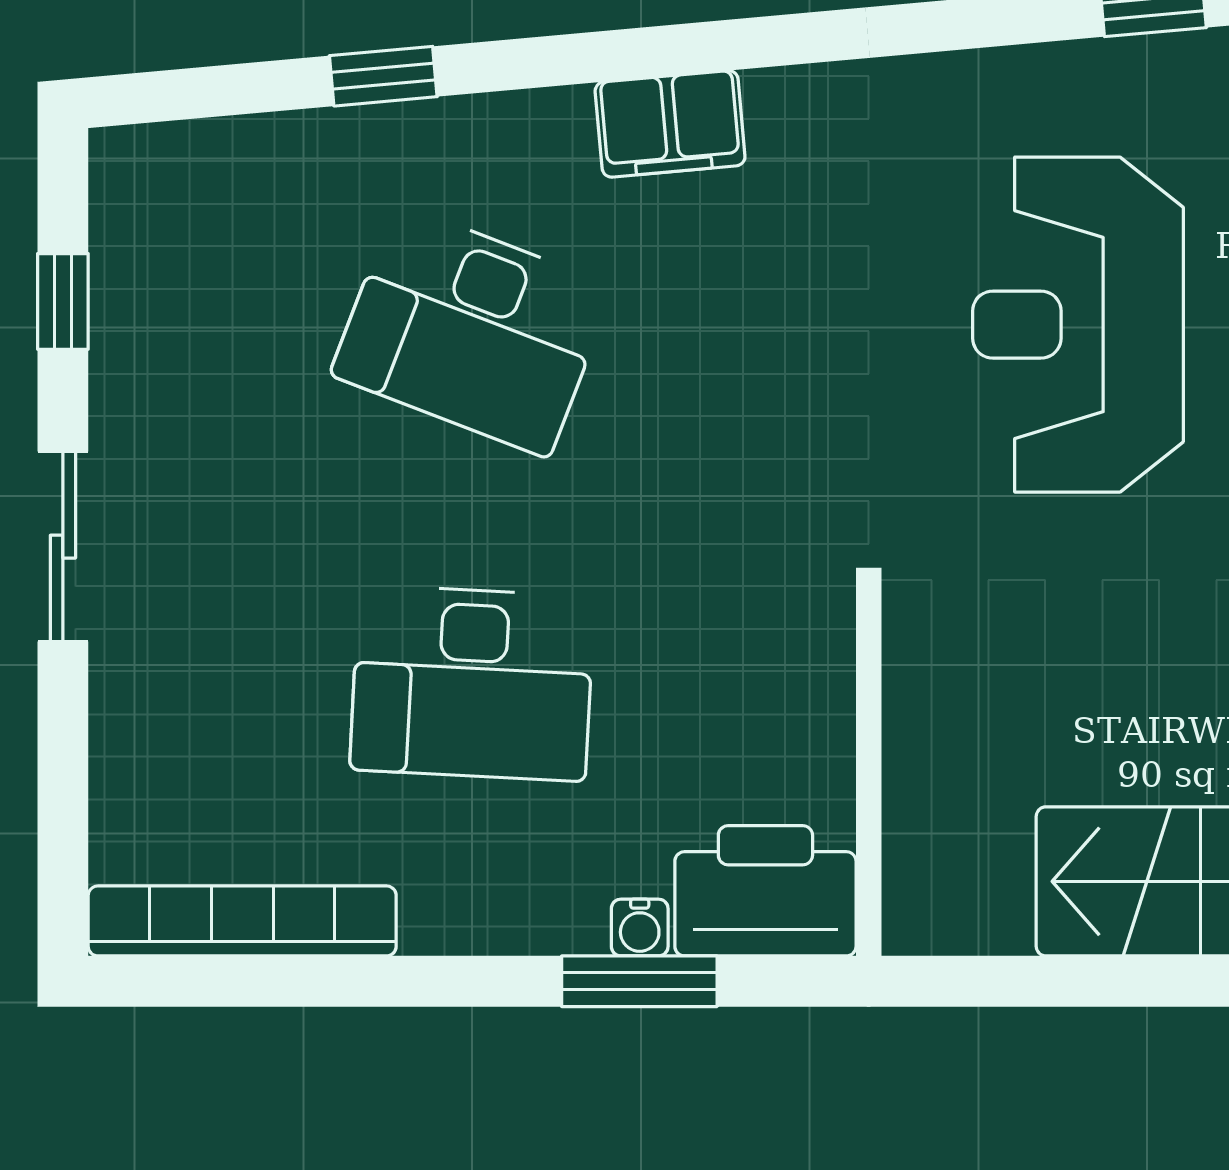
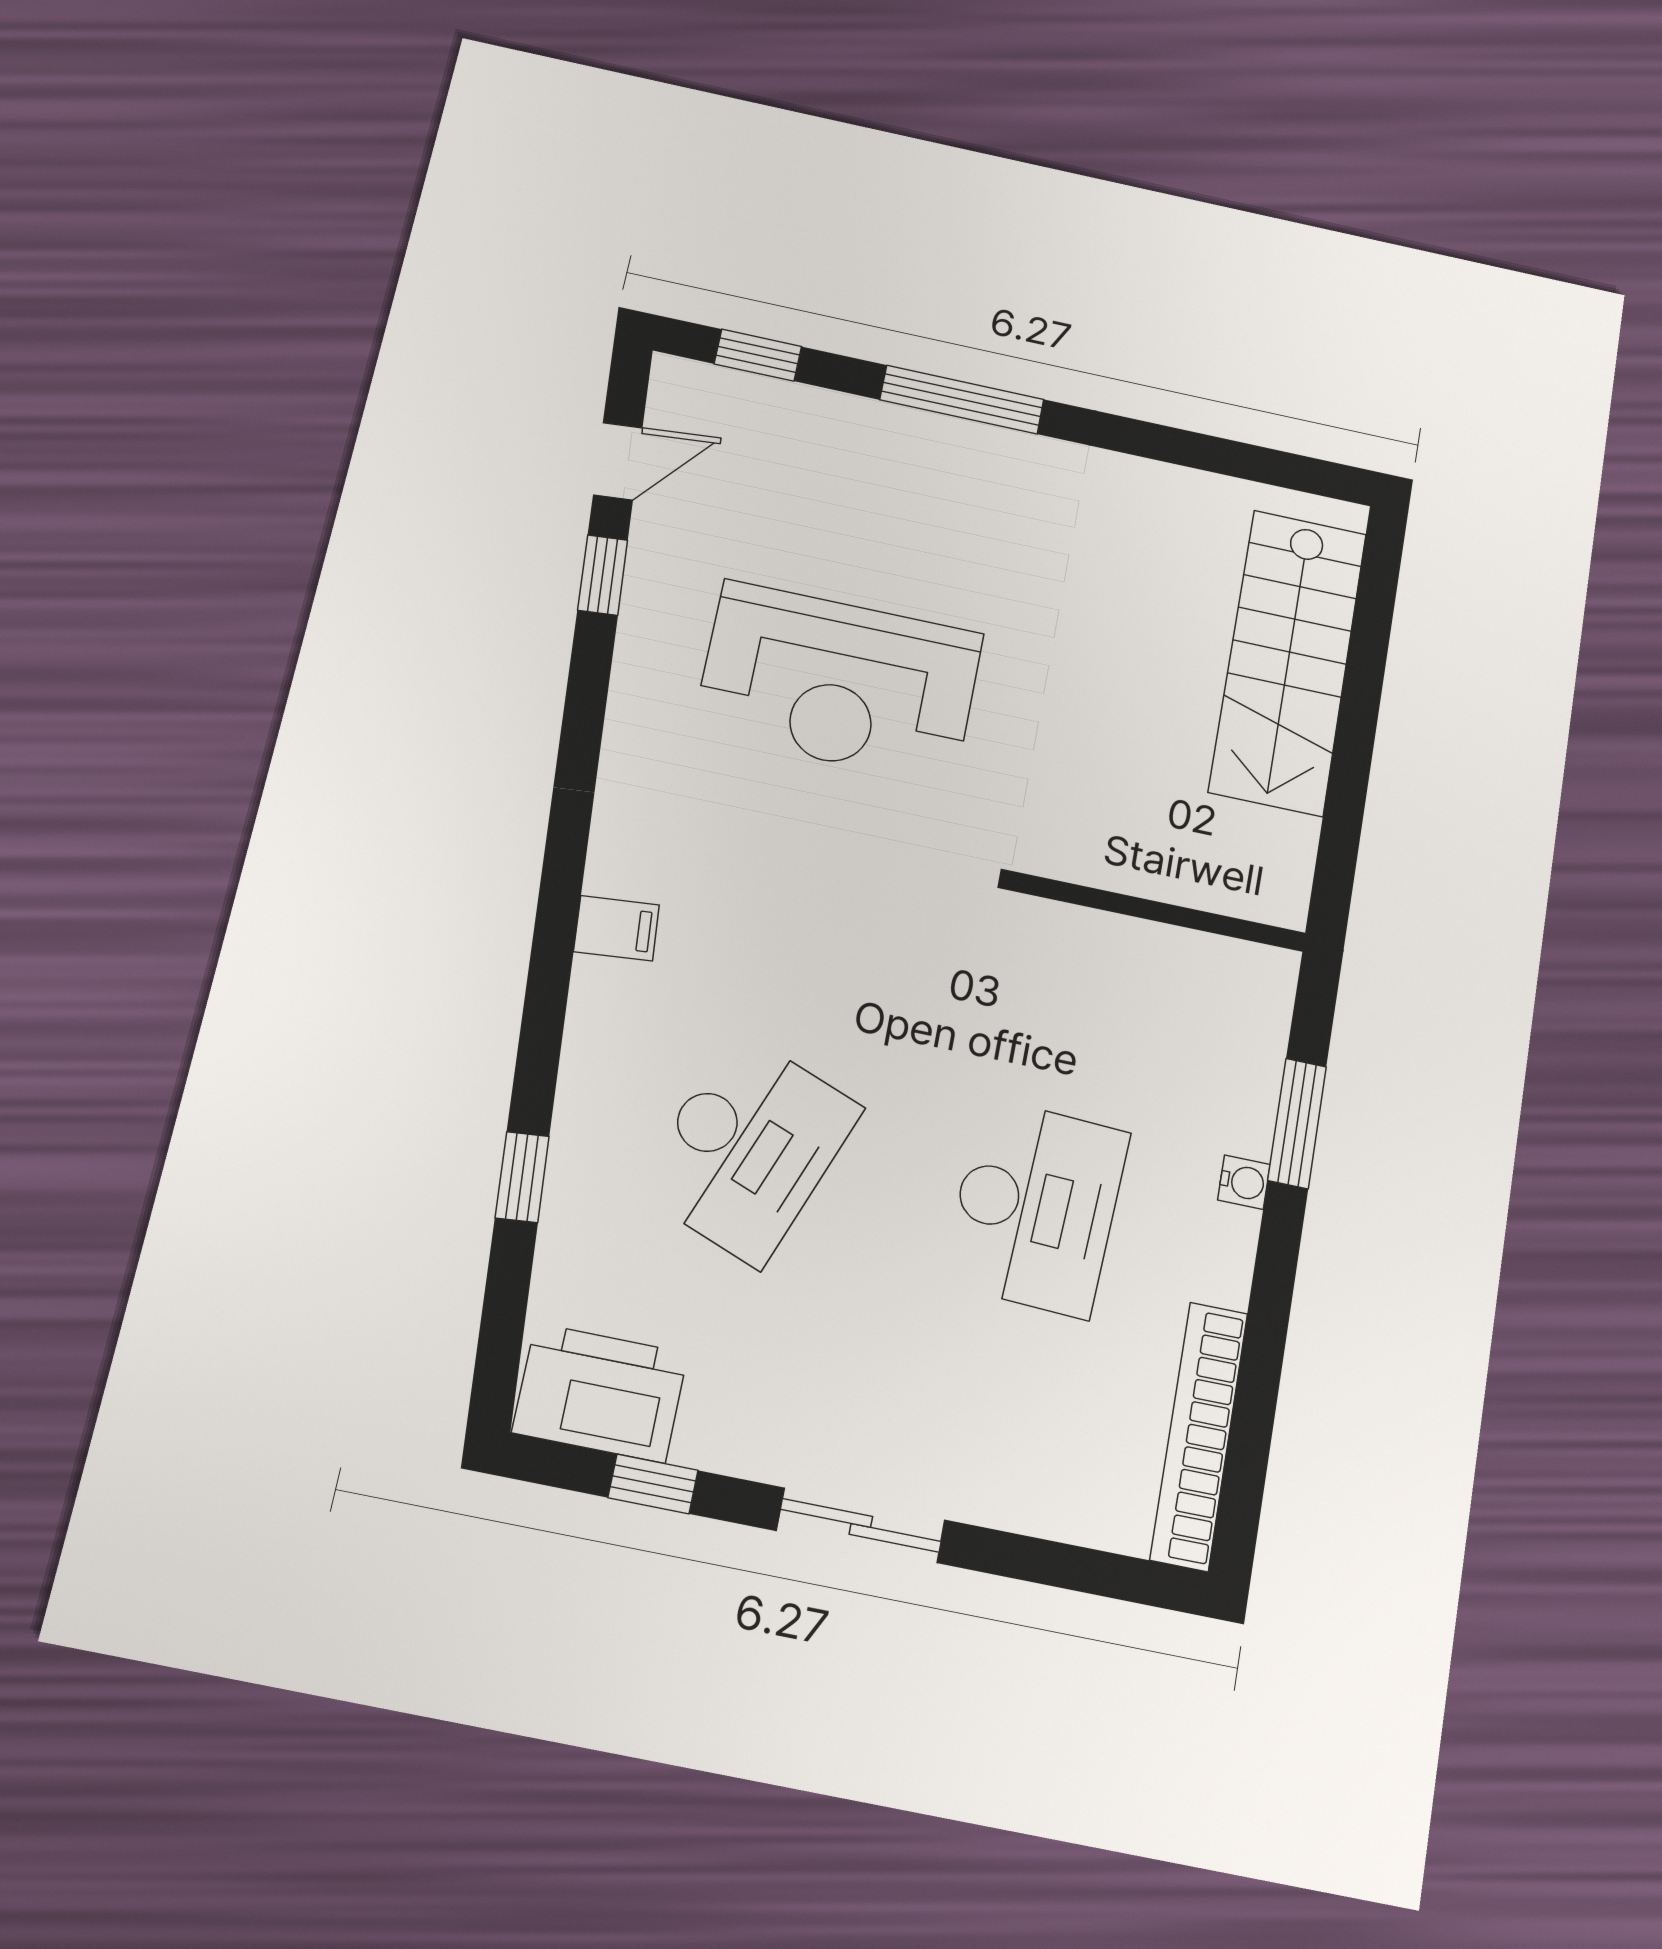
filing cabinet: (670, 124) -> (617, 928), width x0.50
printer: (765, 891) -> (600, 1393), moved, turned 90
water cooler: (640, 928) -> (1244, 1182), moved

